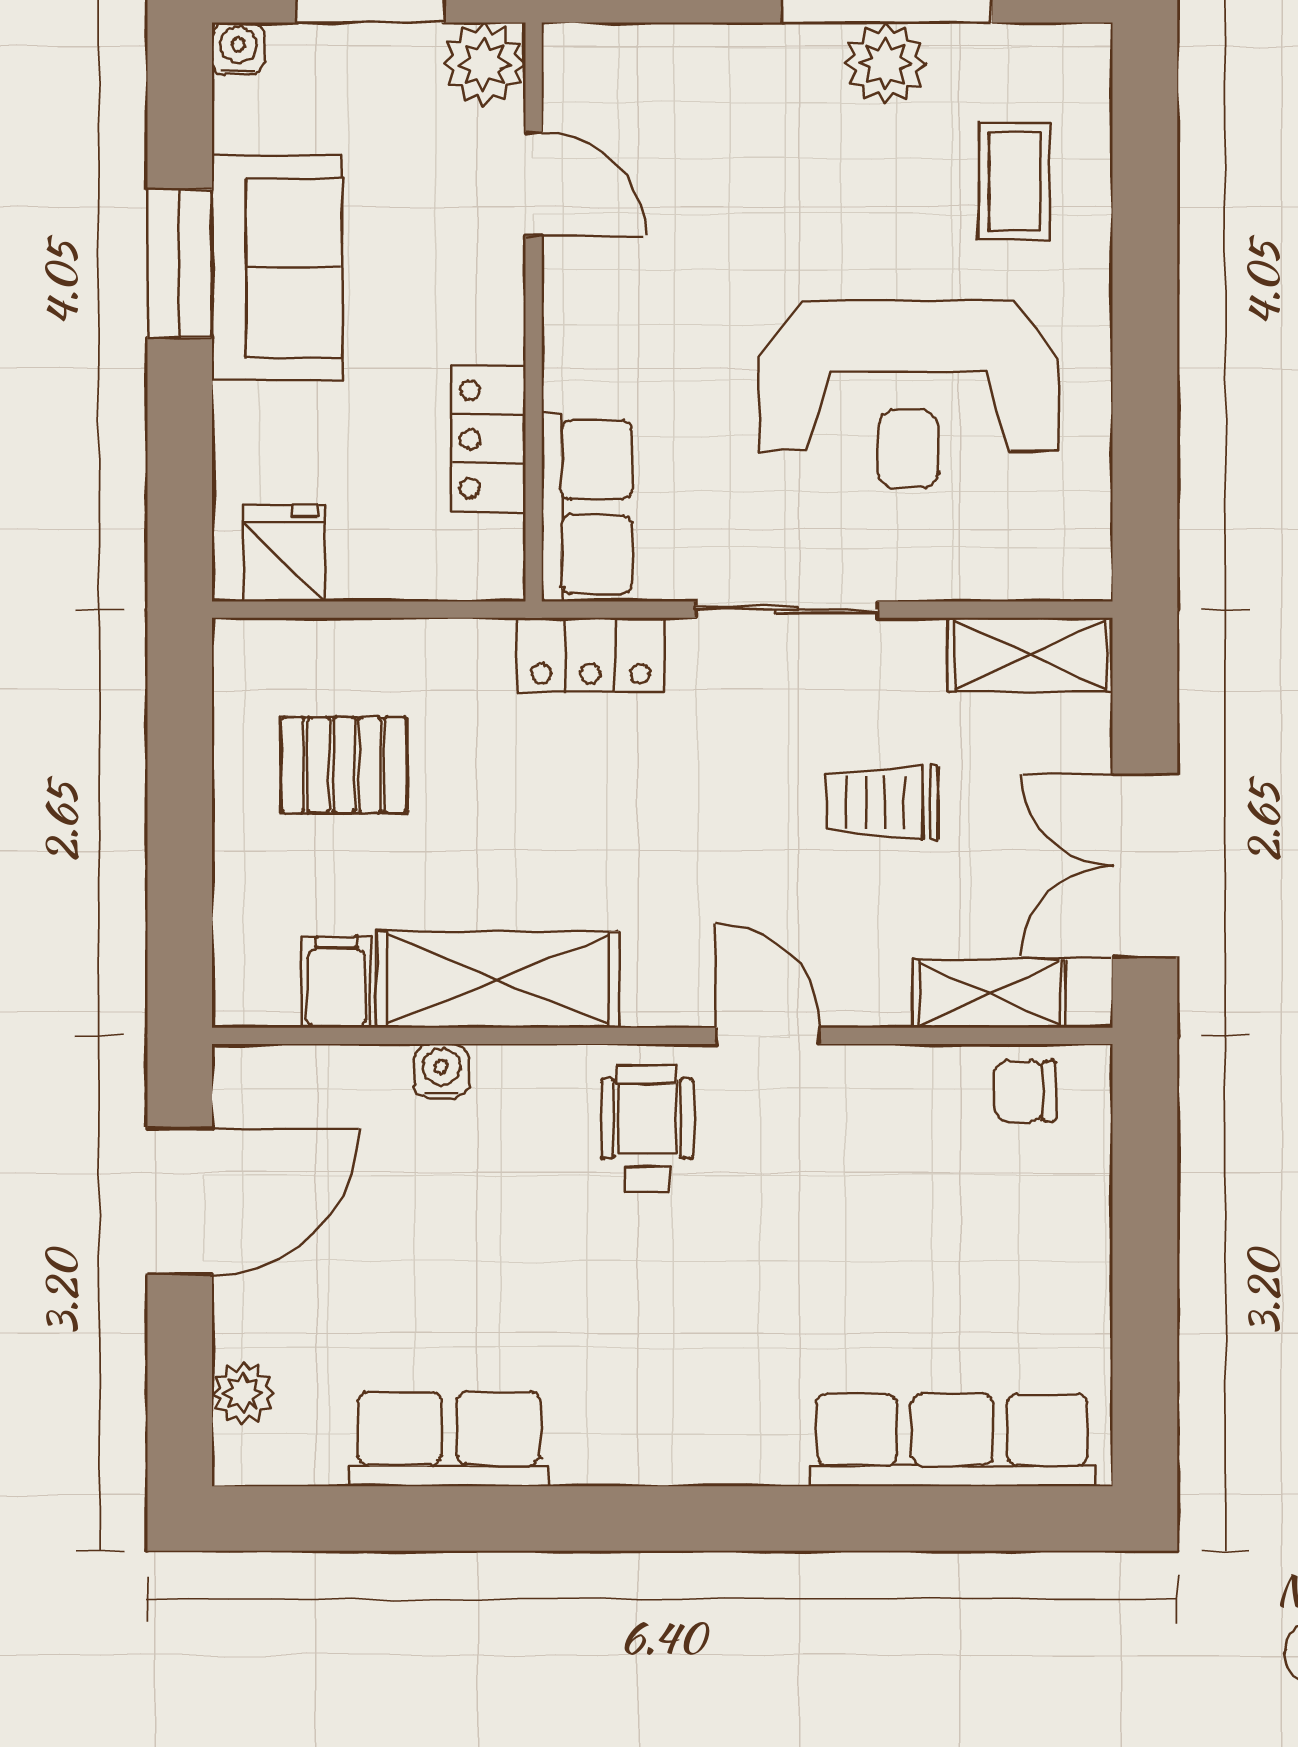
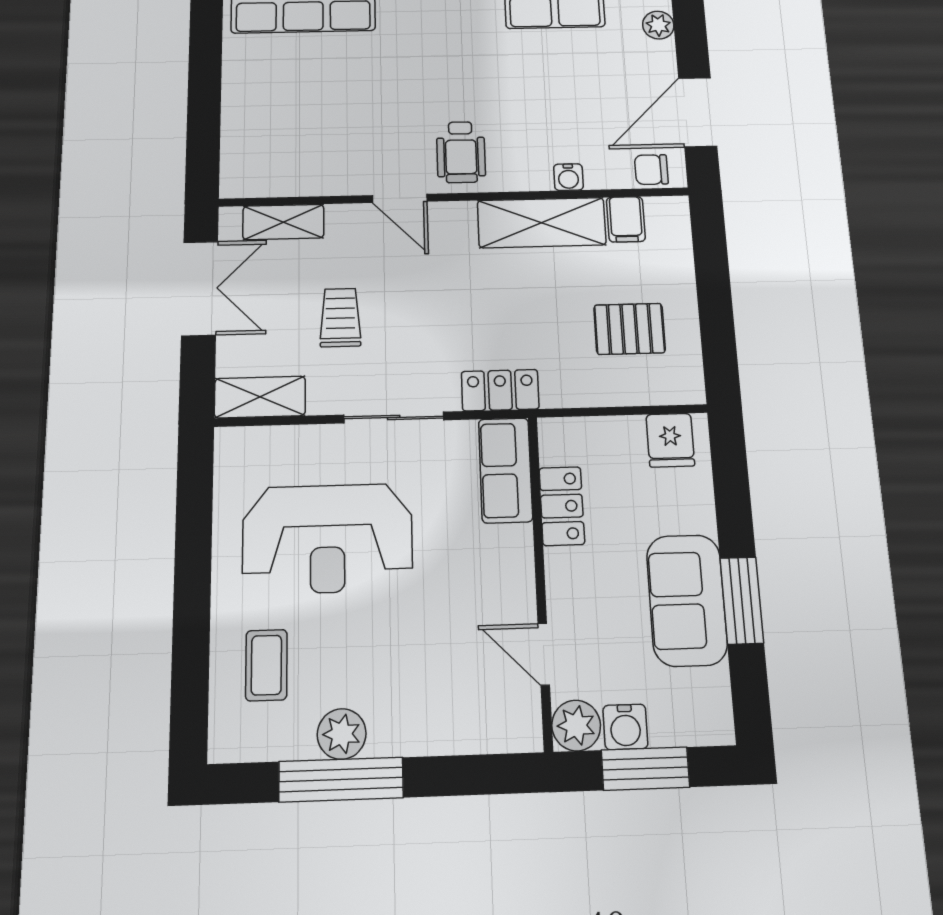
water cooler: (238, 49) -> (625, 727), moved, width x1.38, depth x1.38
reception desk: (908, 394) -> (327, 539), turned 180
trolley: (883, 802) -> (340, 317), turned -90
chair: (1025, 1091) -> (651, 170), moved, turned 180

